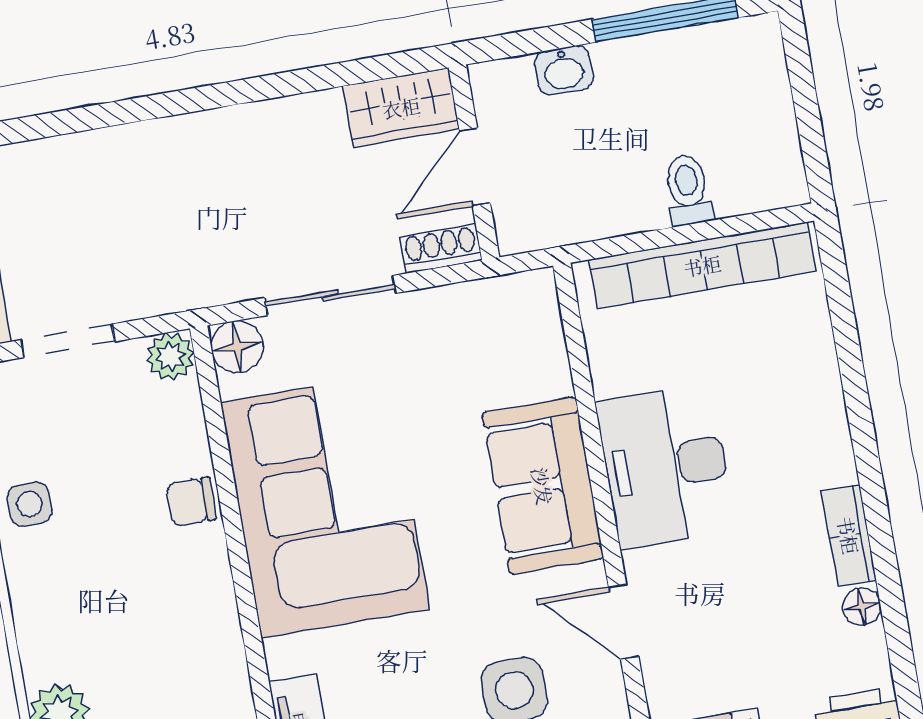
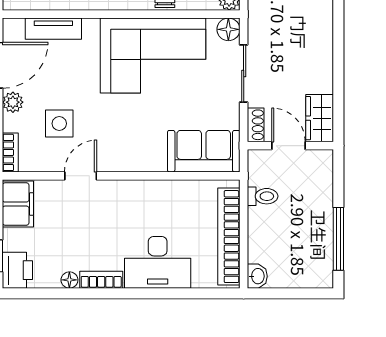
washbasin: (564, 70) -> (257, 276), moved, turned 180
toilet: (688, 190) -> (263, 196), moved
desk: (666, 466) -> (158, 262), moved, turned 180
sofa: (543, 486) -> (204, 151), moved

